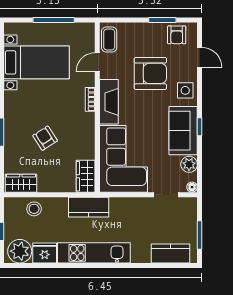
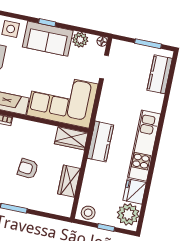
armchair: (45, 138) -> (28, 169), turned 39
wardrobe: (21, 183) -> (69, 181), moved
stool: (34, 209) -> (88, 213), moved

